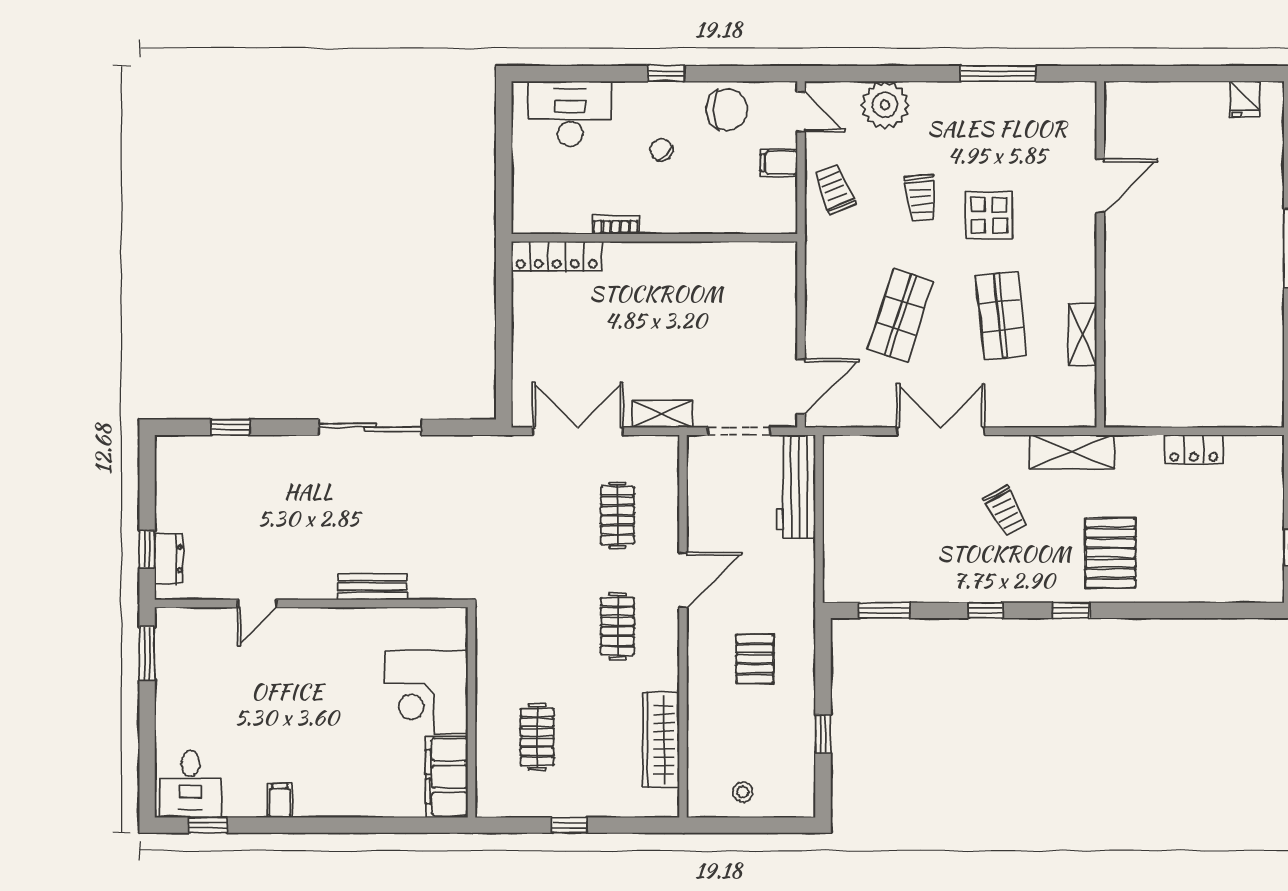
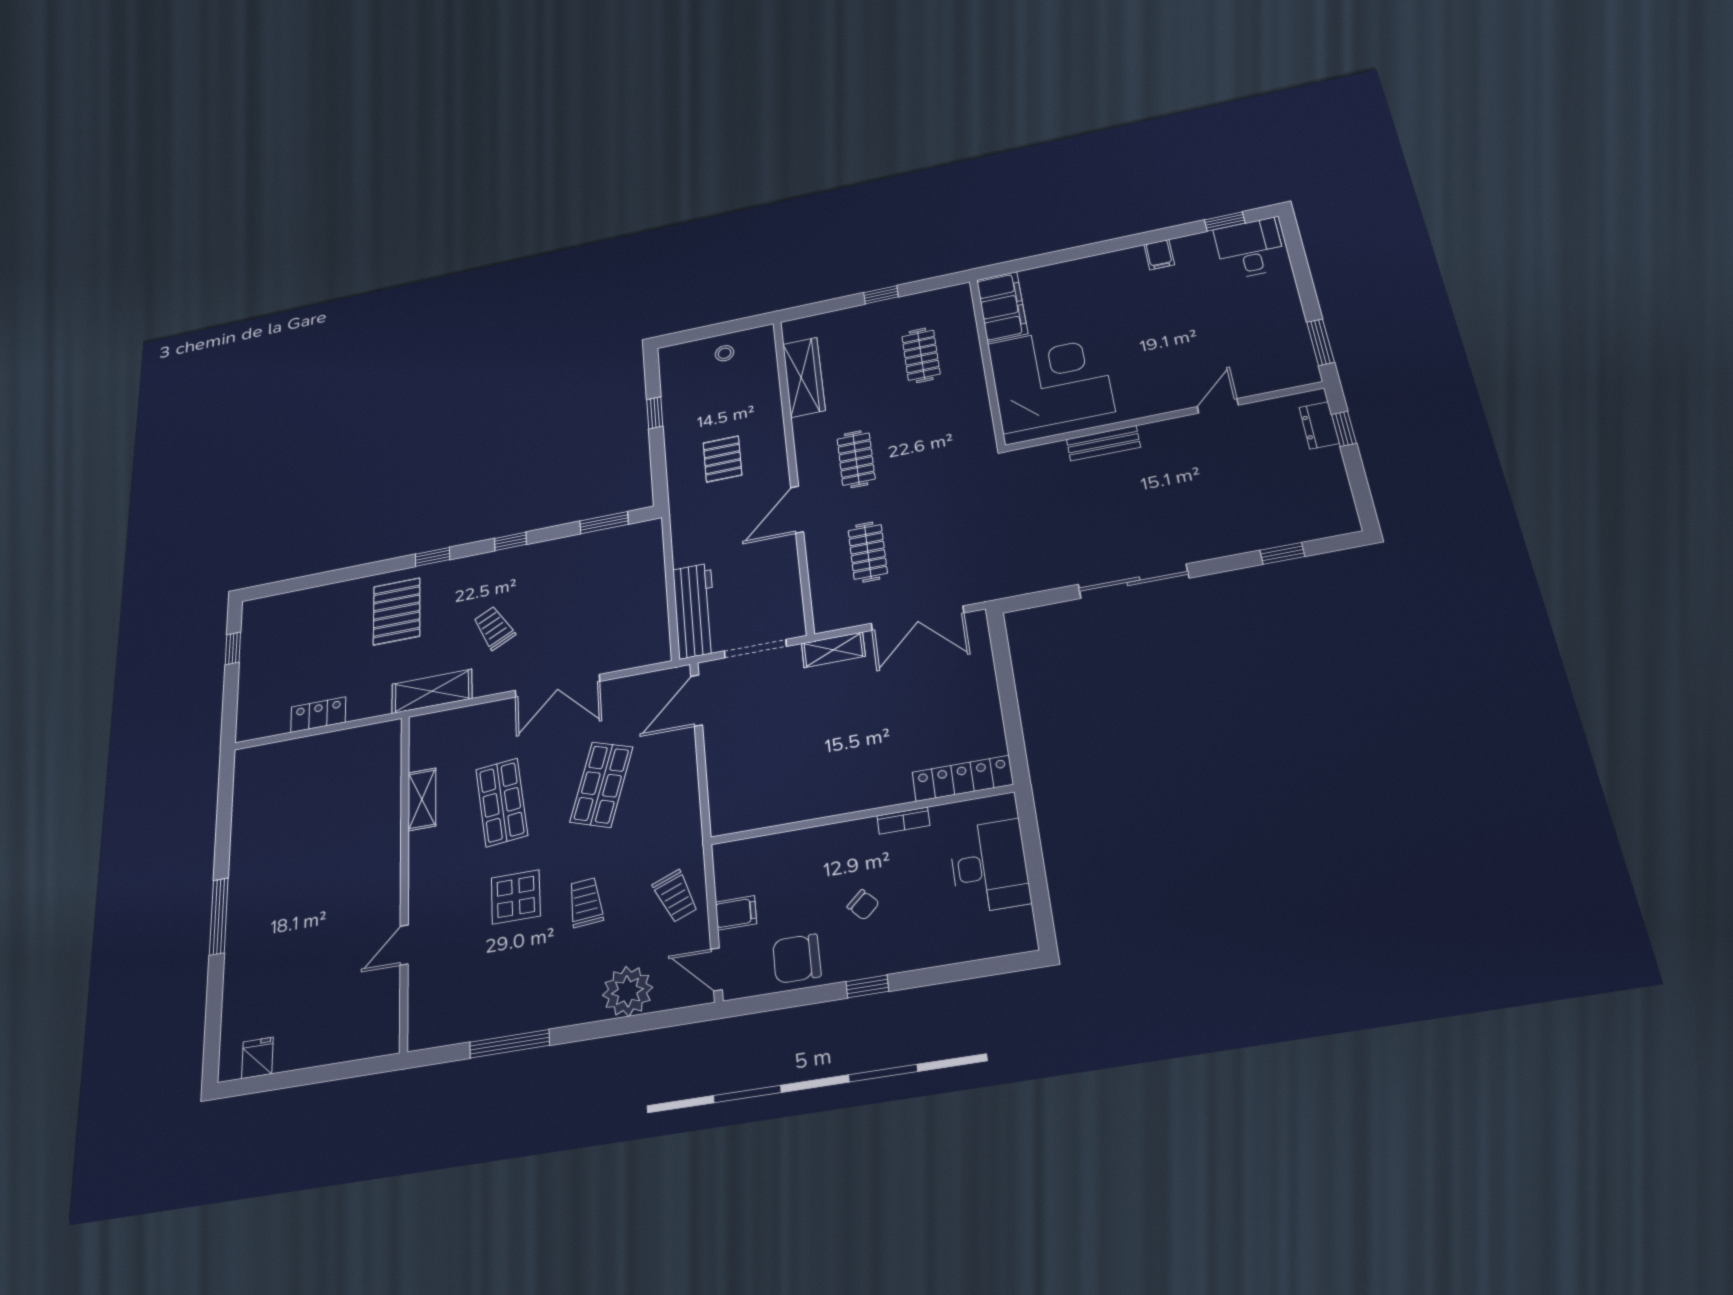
desk: (570, 114) -> (989, 866), moved, turned -90
door: (1100, 186) -> (404, 945), width x0.73
corner desk: (426, 692) -> (1051, 377), width x1.36, depth x1.36

